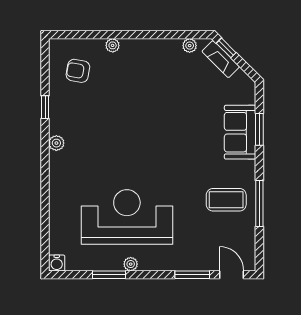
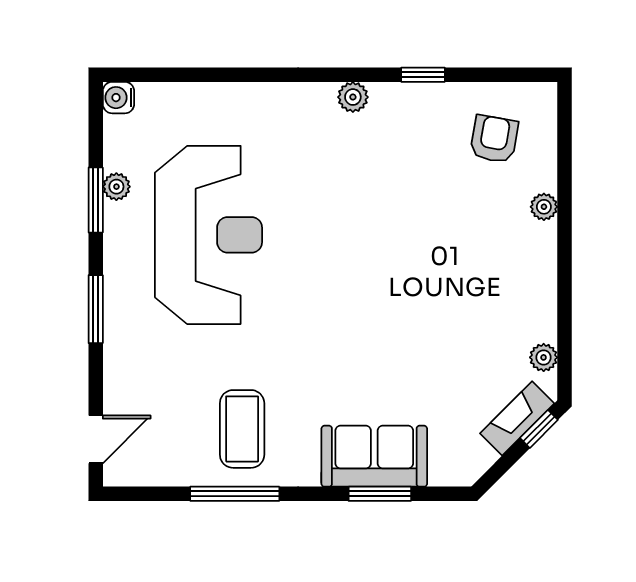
plant: (131, 264) -> (116, 187), moved
window: (192, 275) -> (96, 309), moved

